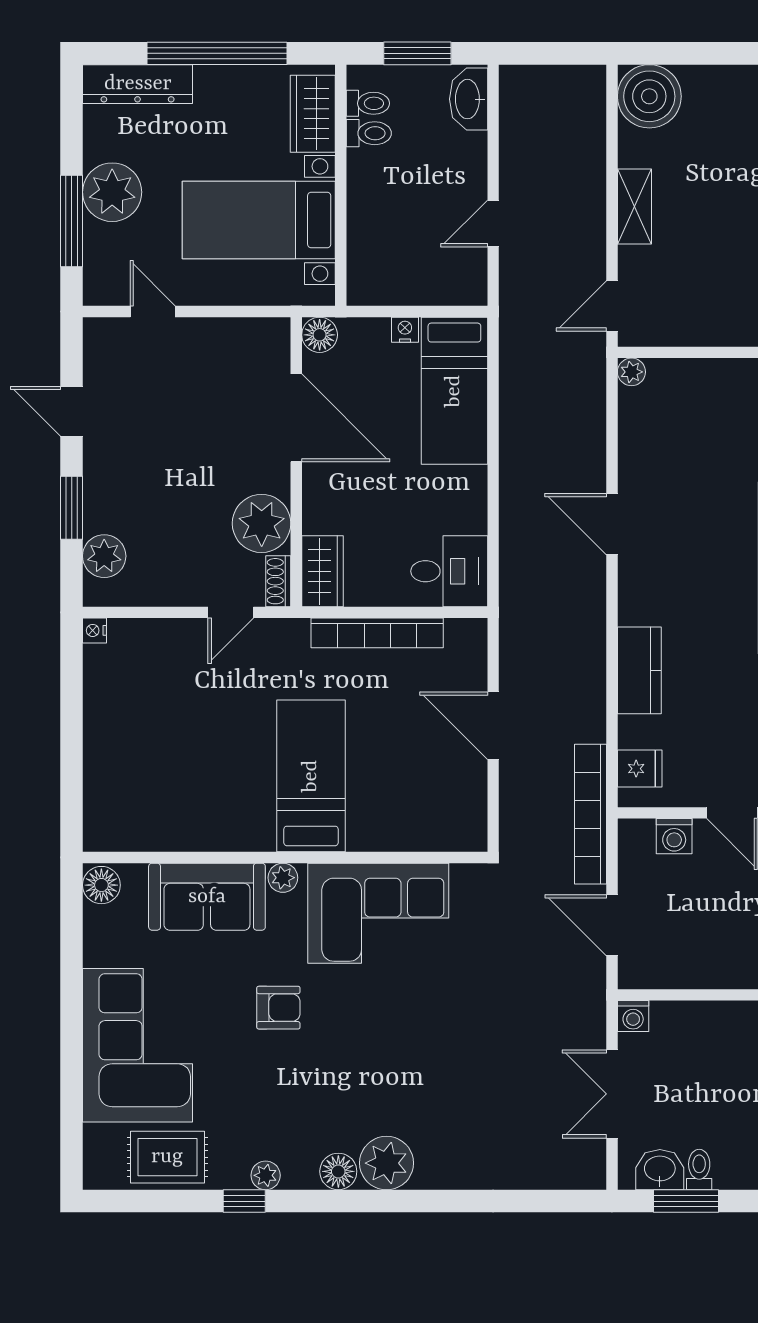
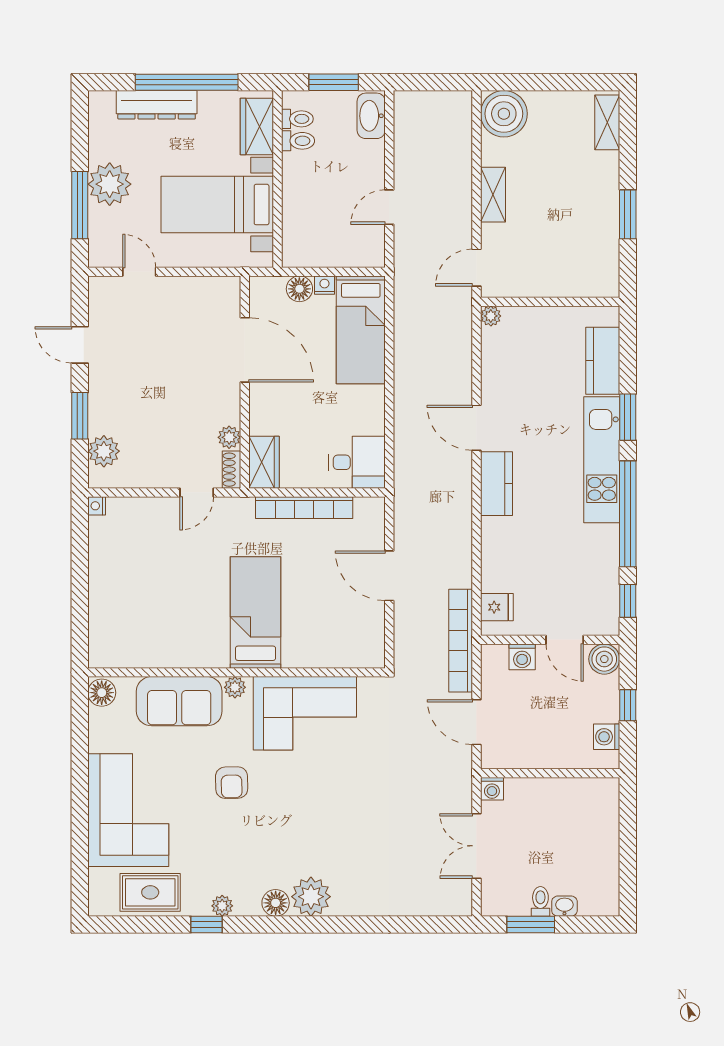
dresser: (138, 84) -> (157, 105), moved
floor lamp: (320, 335) -> (299, 289), moved
plant: (262, 523) -> (229, 437), width x0.53, depth x0.53
kitchen counter: (639, 670) -> (496, 484), moved
armchair: (278, 1008) -> (232, 783), turned 89
washbasin: (660, 1170) -> (564, 906), moved, width x0.72, depth x0.69

